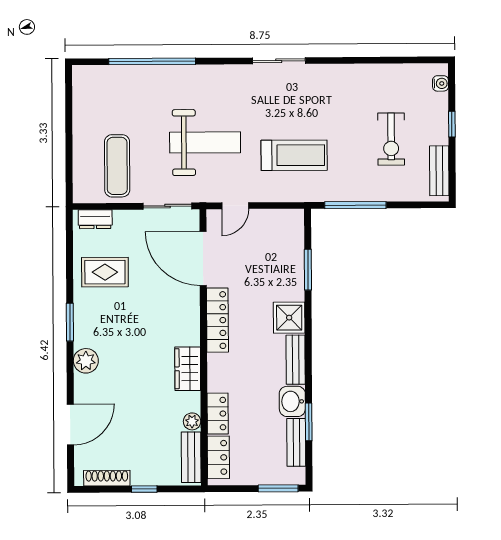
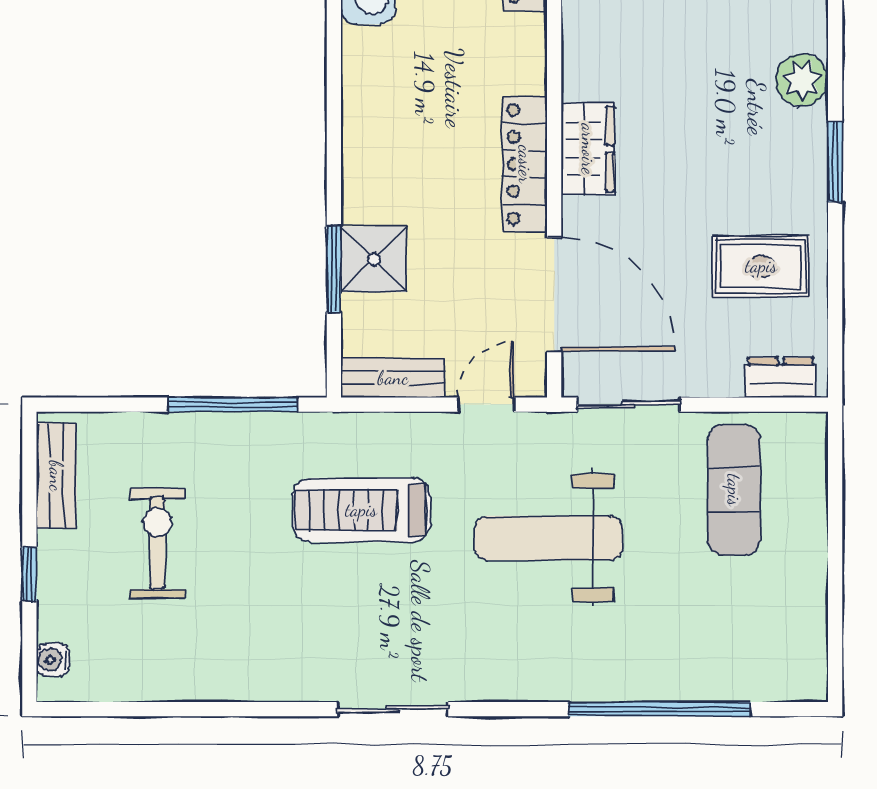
shower: (289, 318) -> (374, 259), moved
bench: (296, 360) -> (393, 378), moved, turned 90
wardrobe: (188, 369) -> (588, 149), moved

